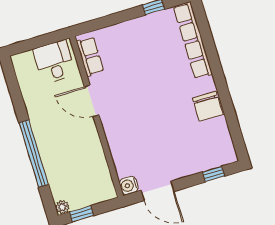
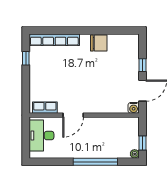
desk: (54, 62) -> (41, 136), width x1.37
window: (214, 174) -> (143, 65), moved

